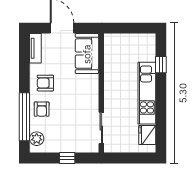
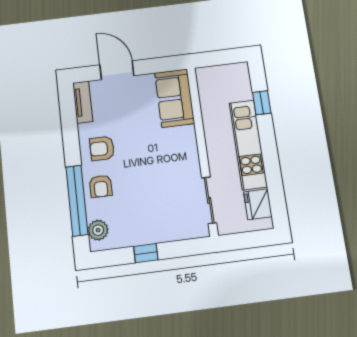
sofa: (87, 54) -> (175, 98), moved
wall: (101, 93) -> (202, 150), moved
sliding door: (101, 128) -> (209, 200), moved

